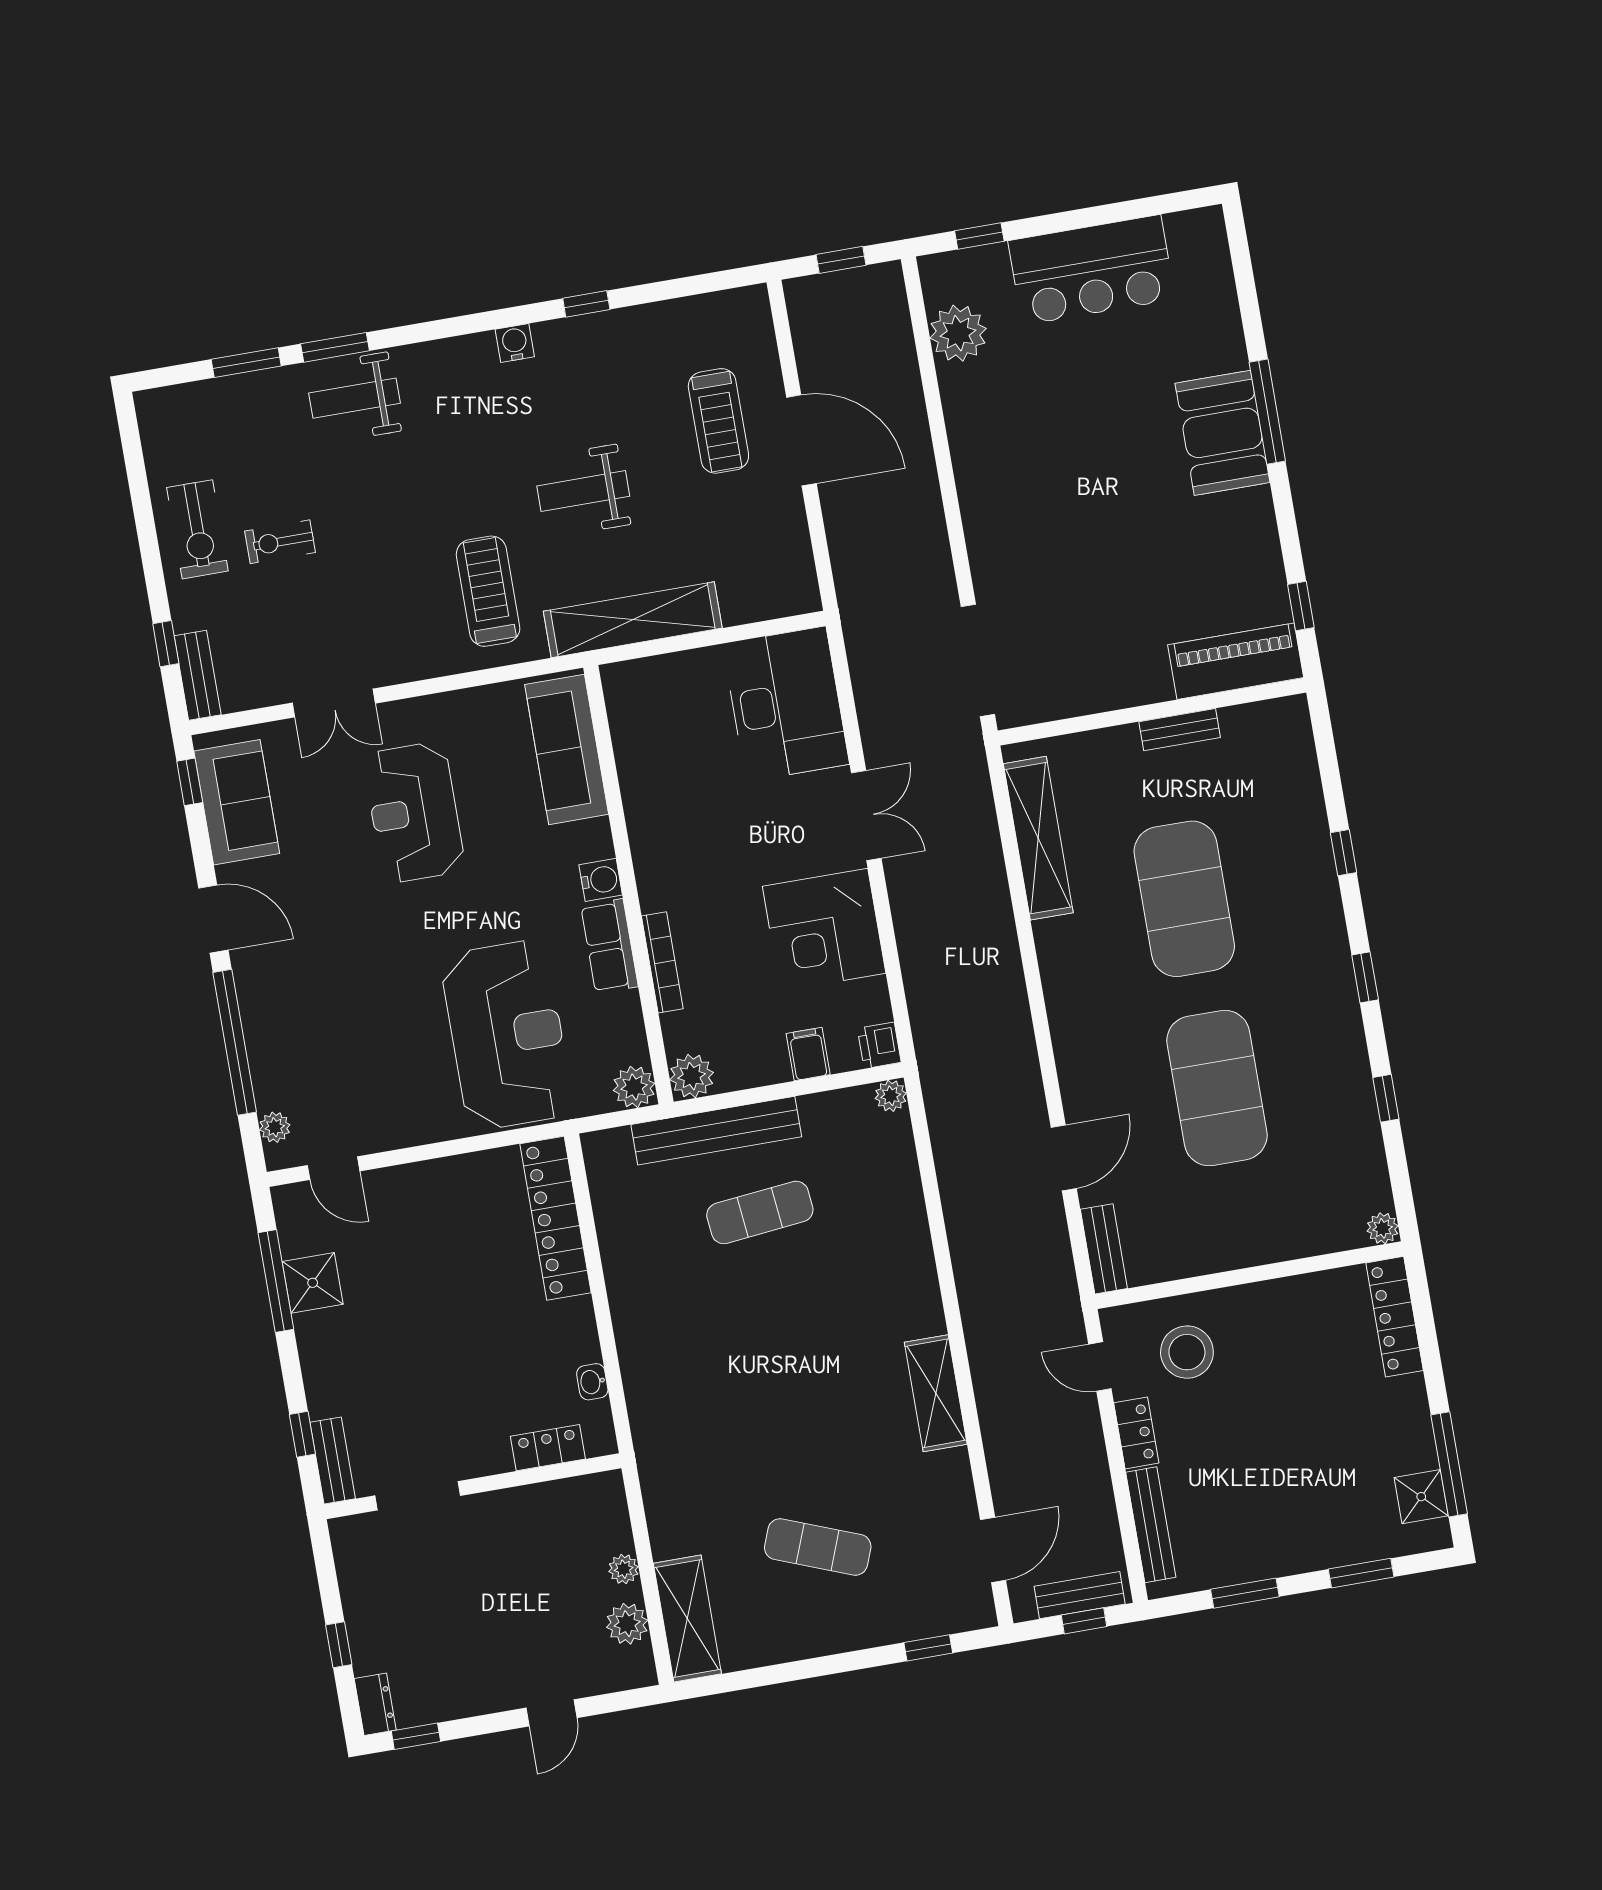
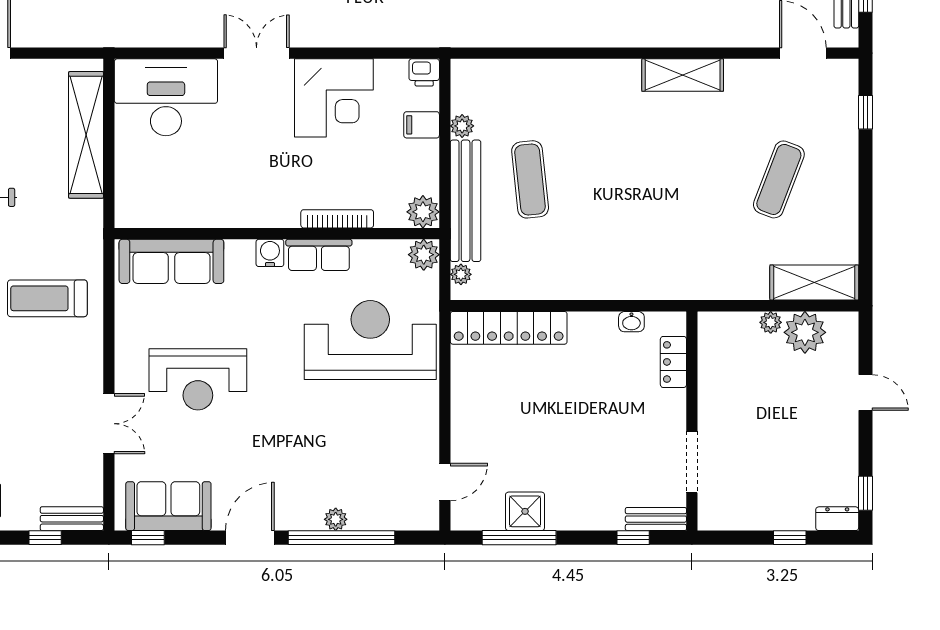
shelving: (633, 620) -> (86, 135), moved
plant: (891, 1096) -> (462, 126), moved
plant: (275, 1127) -> (336, 519), moved
plant: (616, 1142) -> (461, 274), added
plant: (627, 1624) -> (805, 332), width x1.36, depth x1.36

